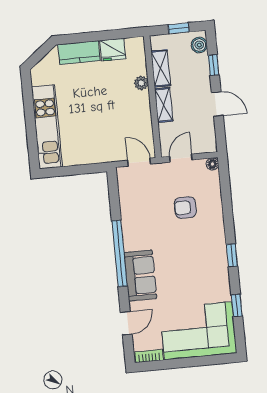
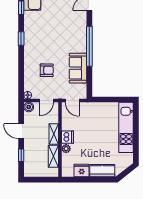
window: (179, 28) -> (40, 180), removed
boiler: (199, 45) -> (29, 107), moved
dishwasher: (141, 102) -> (68, 137), added
sofa: (140, 276) -> (78, 68), moved

